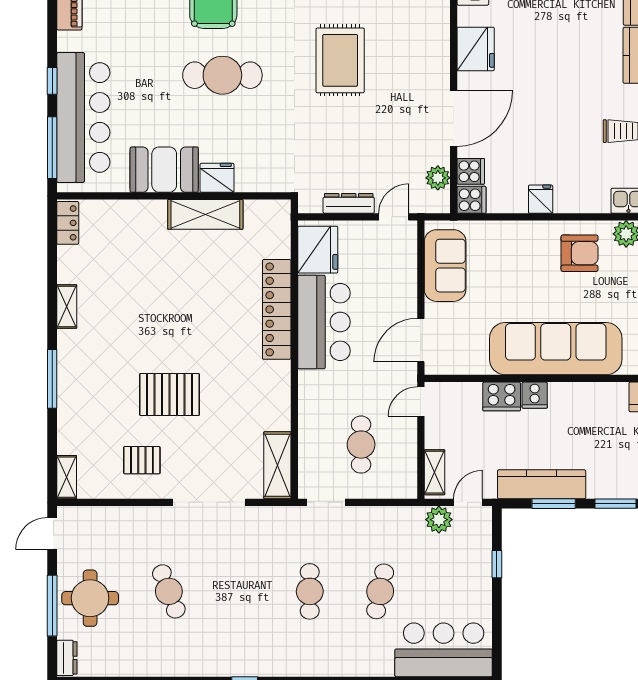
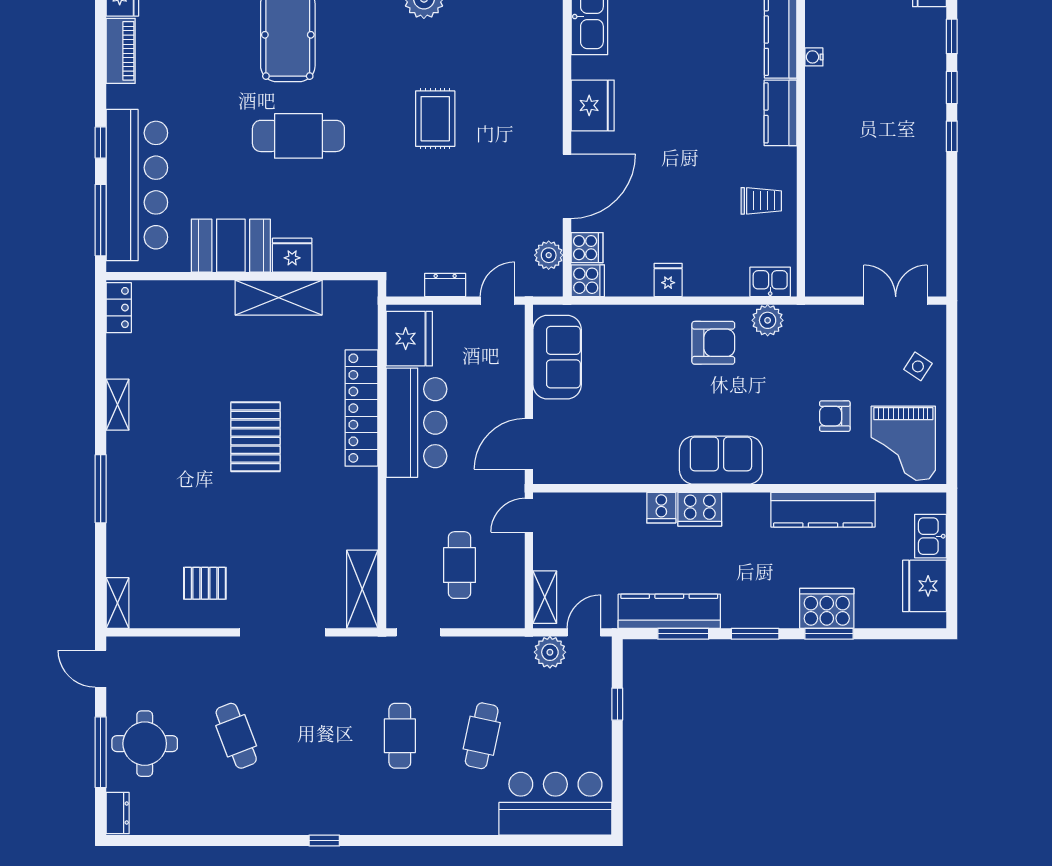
rug: (340, 60) -> (435, 119), width x0.73, depth x0.70
dresser: (349, 203) -> (445, 285), width x0.70
sofa: (556, 349) -> (721, 460), width x0.54, depth x0.79
pallet: (169, 394) -> (255, 437), moved, turned 90
cooker: (502, 396) -> (700, 509), moved
door: (52, 534) -> (101, 669), hinge flipped

